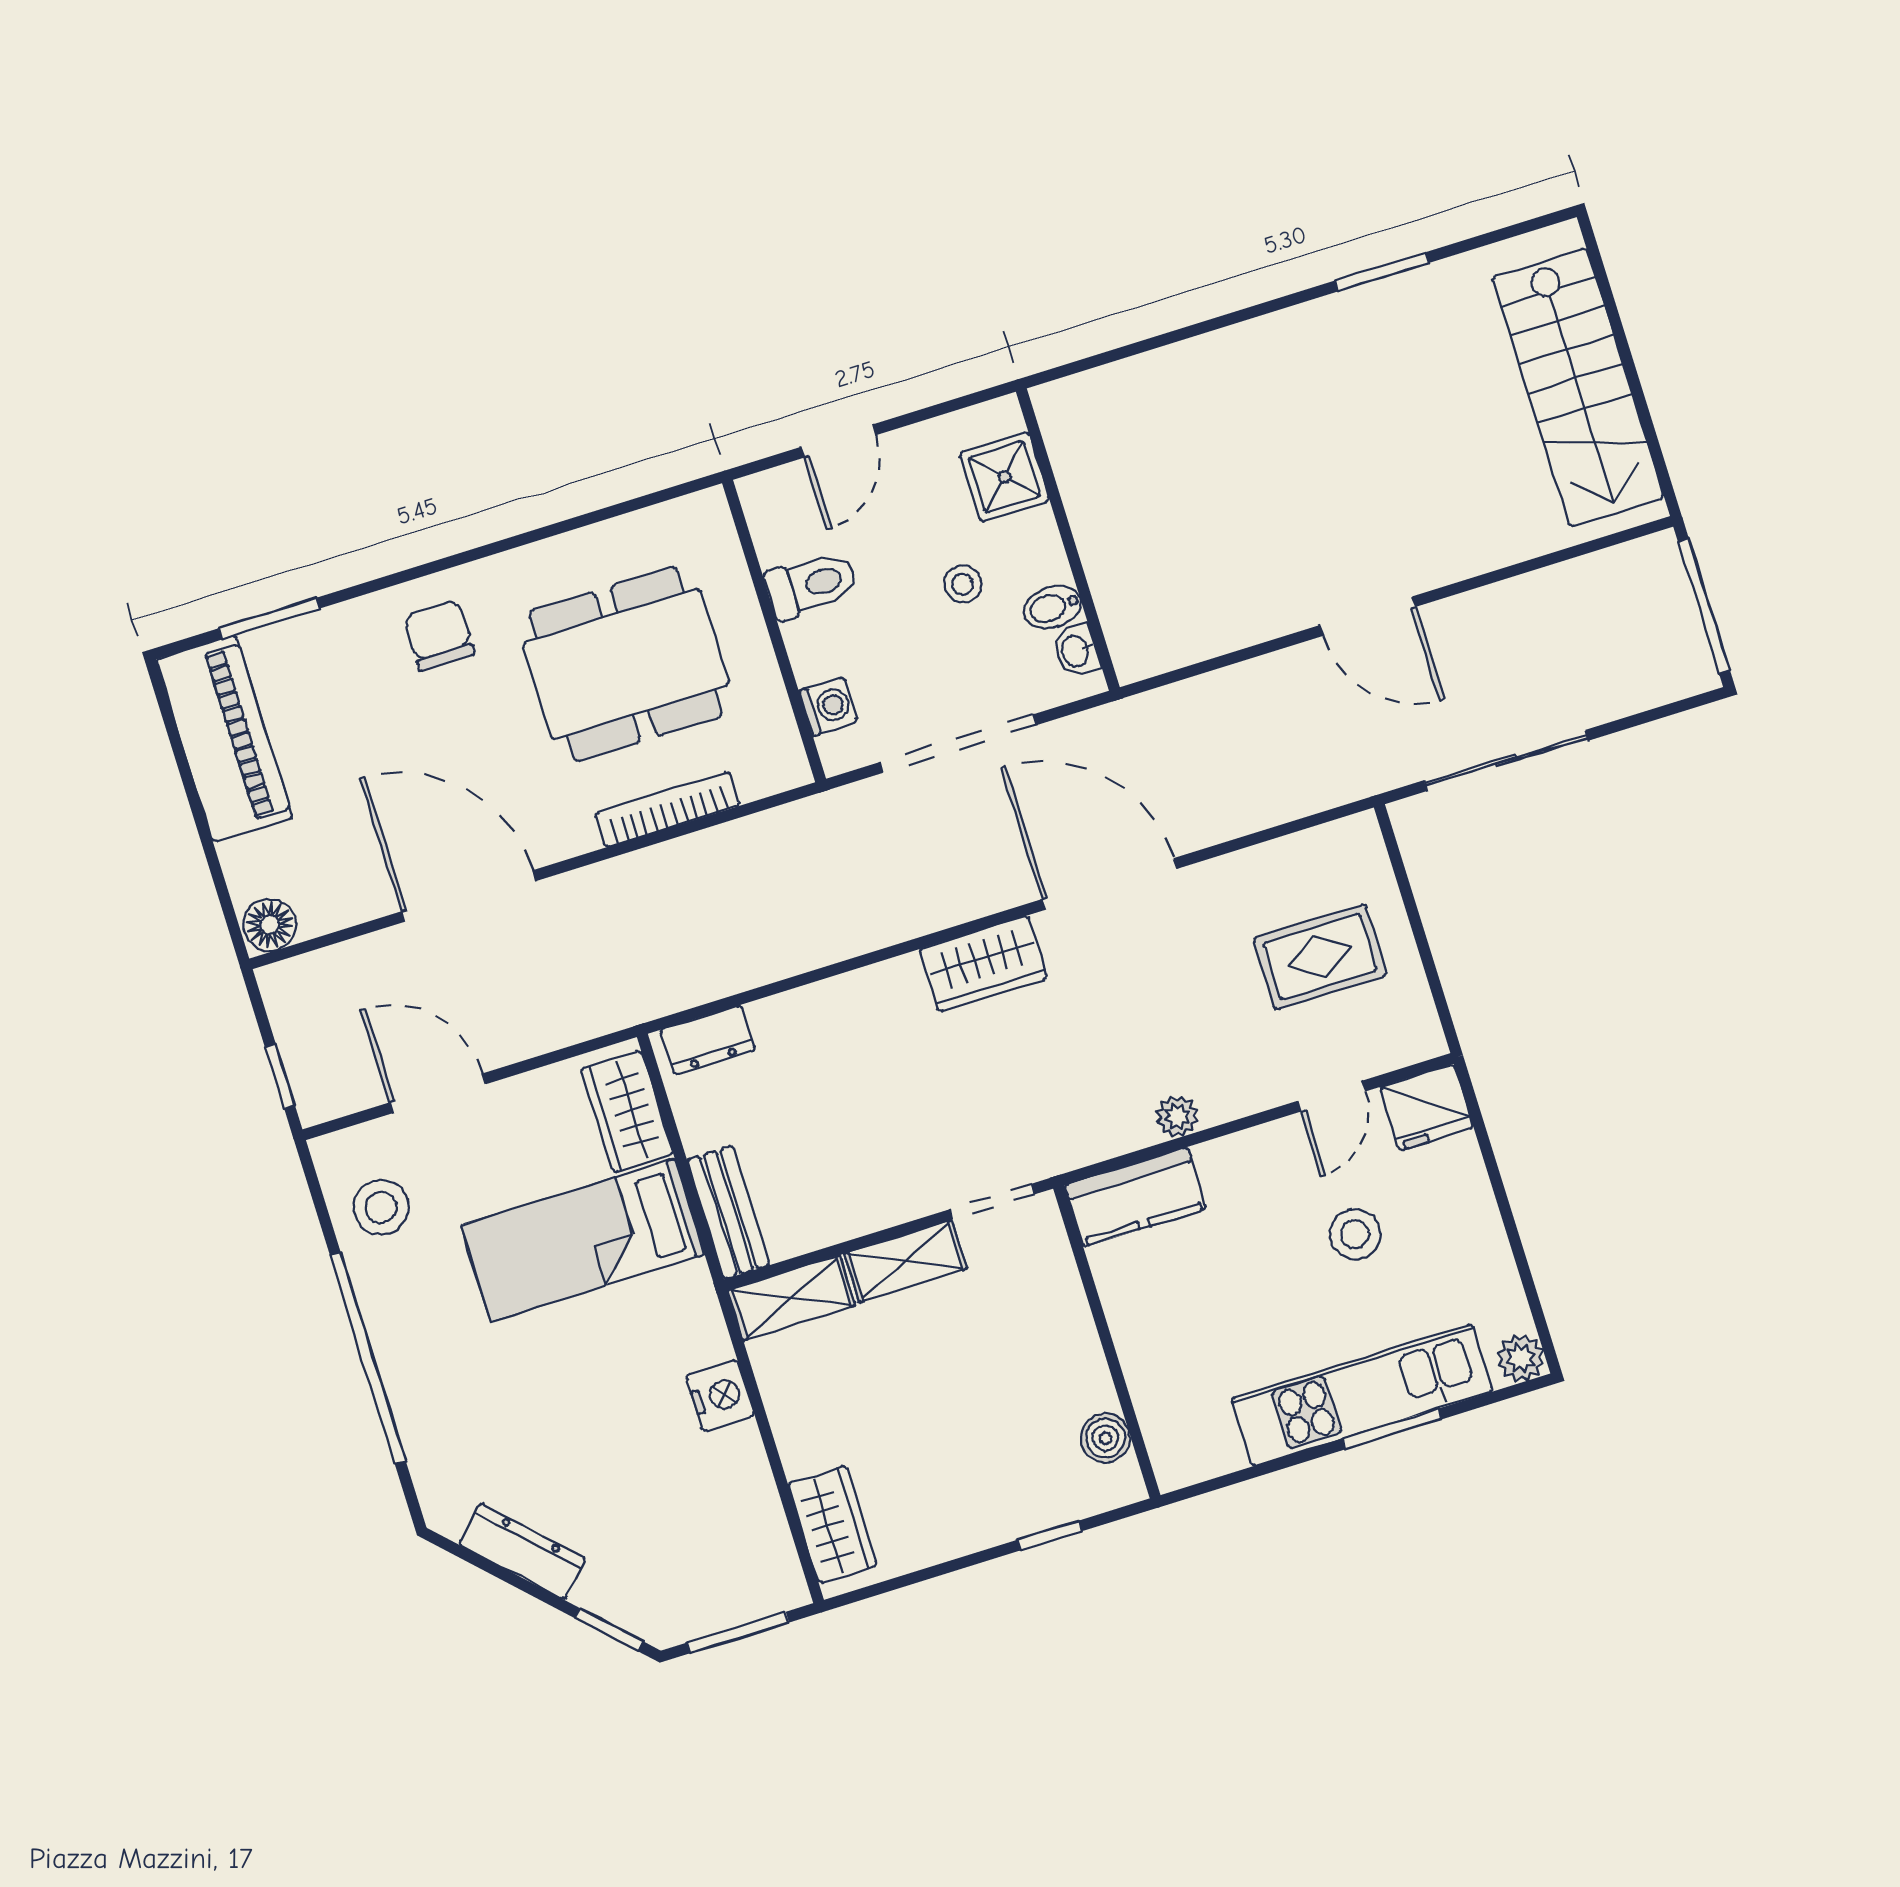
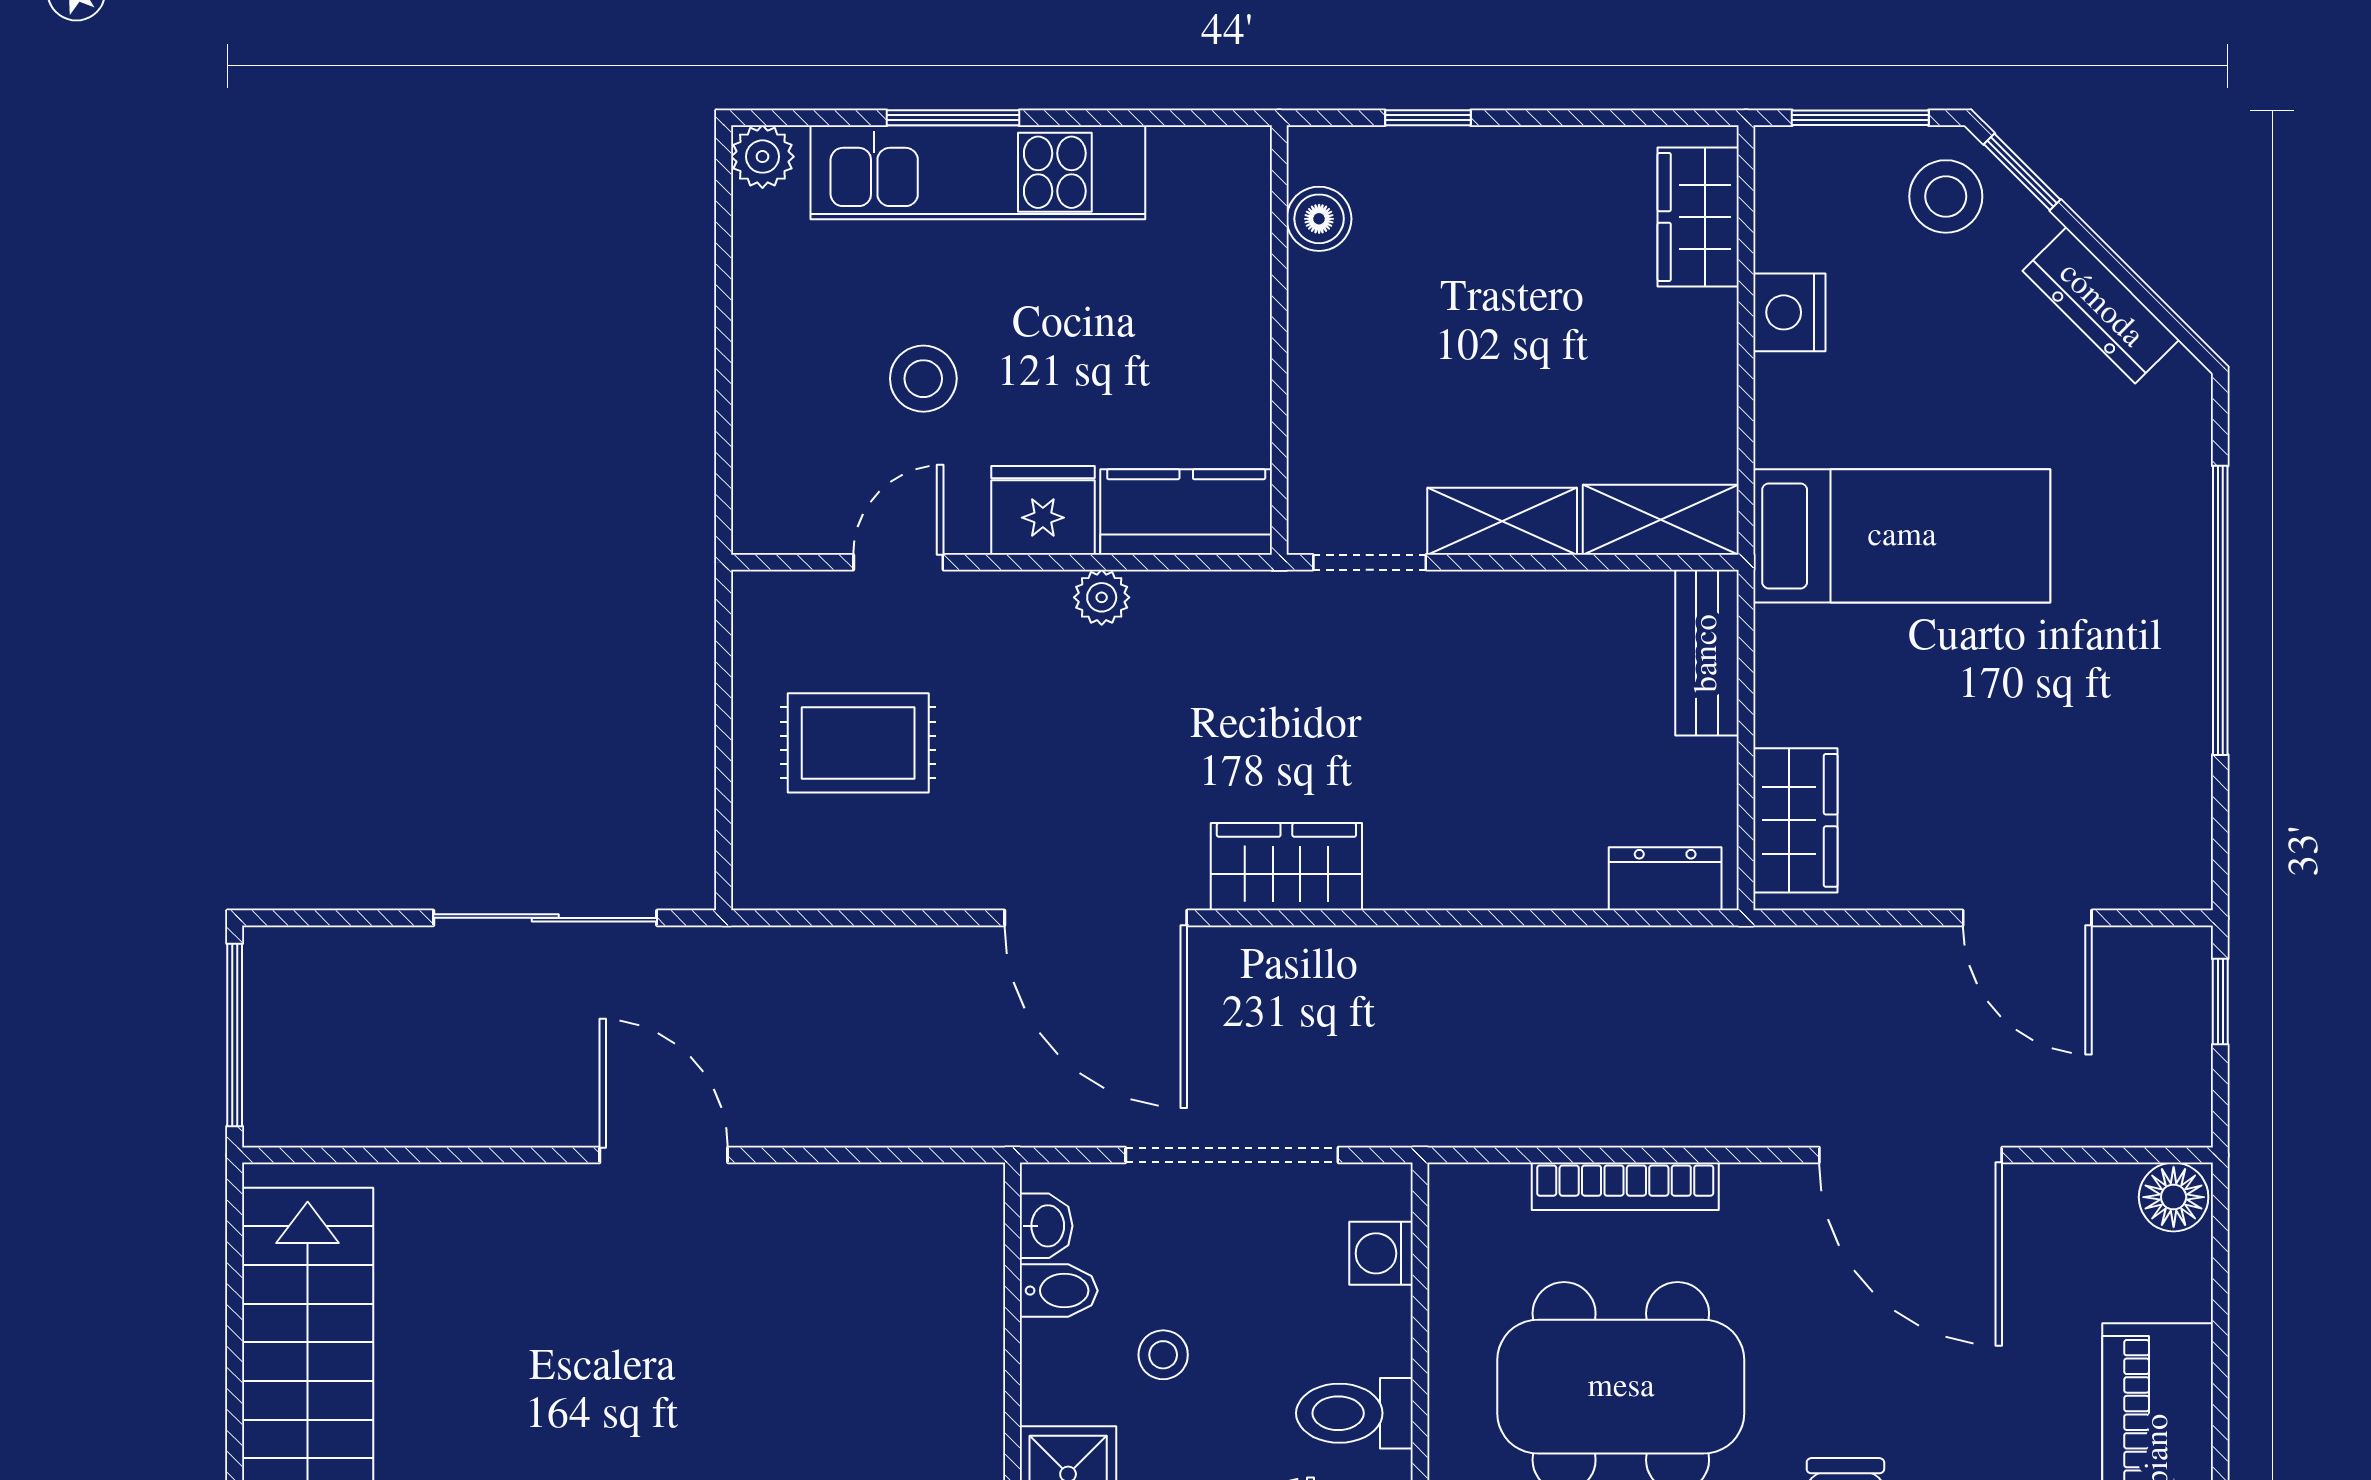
fridge: (1427, 1107) -> (1043, 510), moved
stool: (381, 1207) -> (1946, 196), moved
bed: (583, 1240) -> (1902, 536), moved
nightstand: (720, 1396) -> (1789, 312), moved

